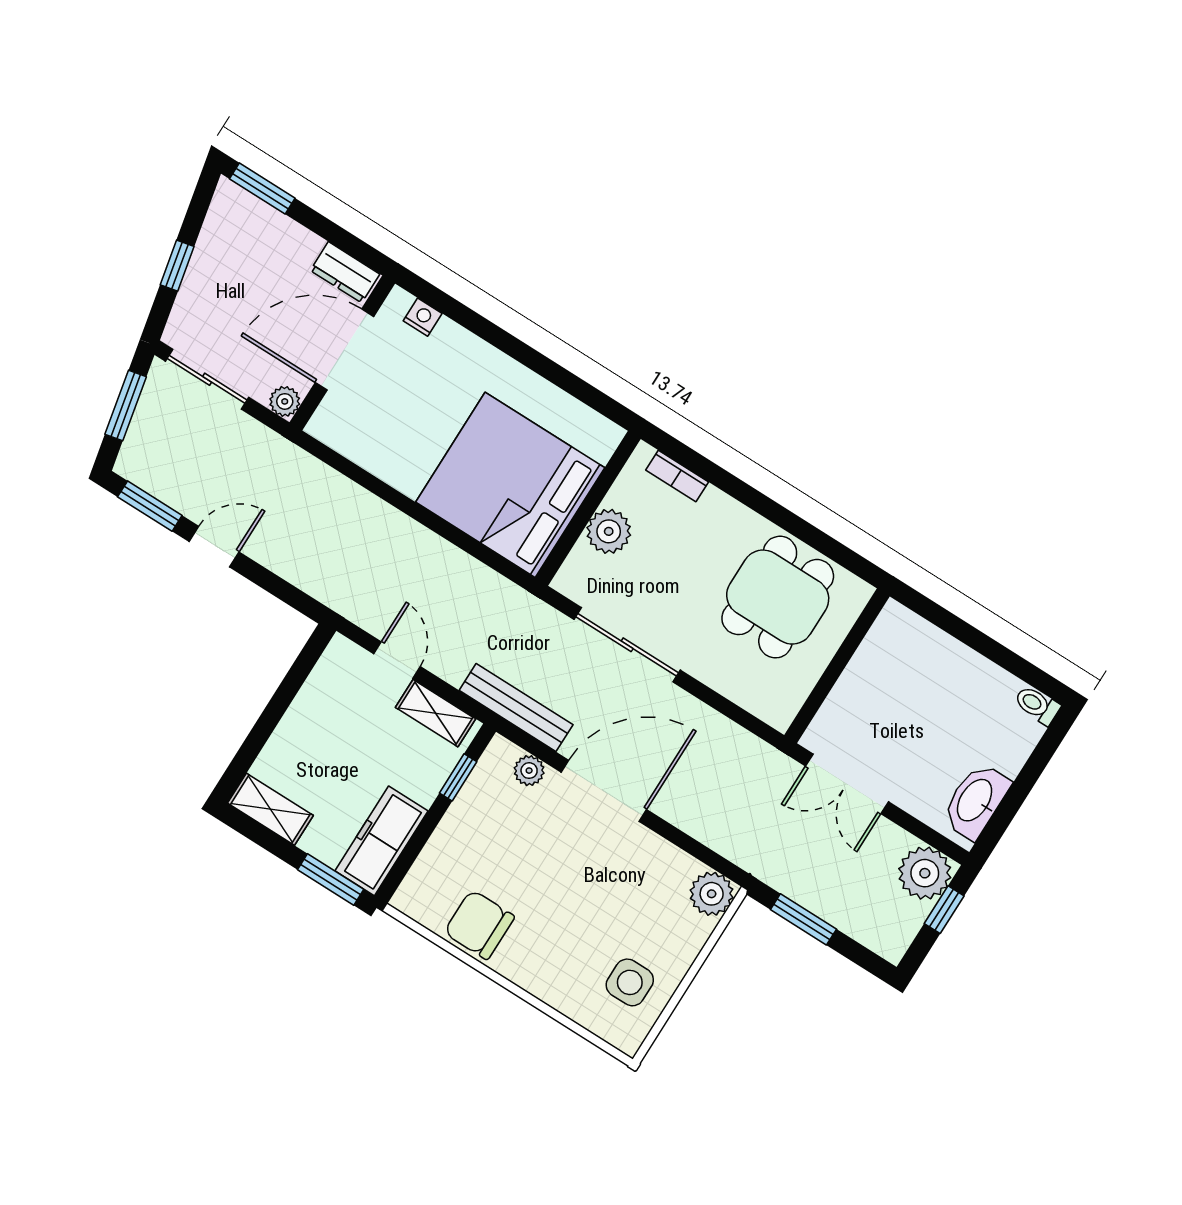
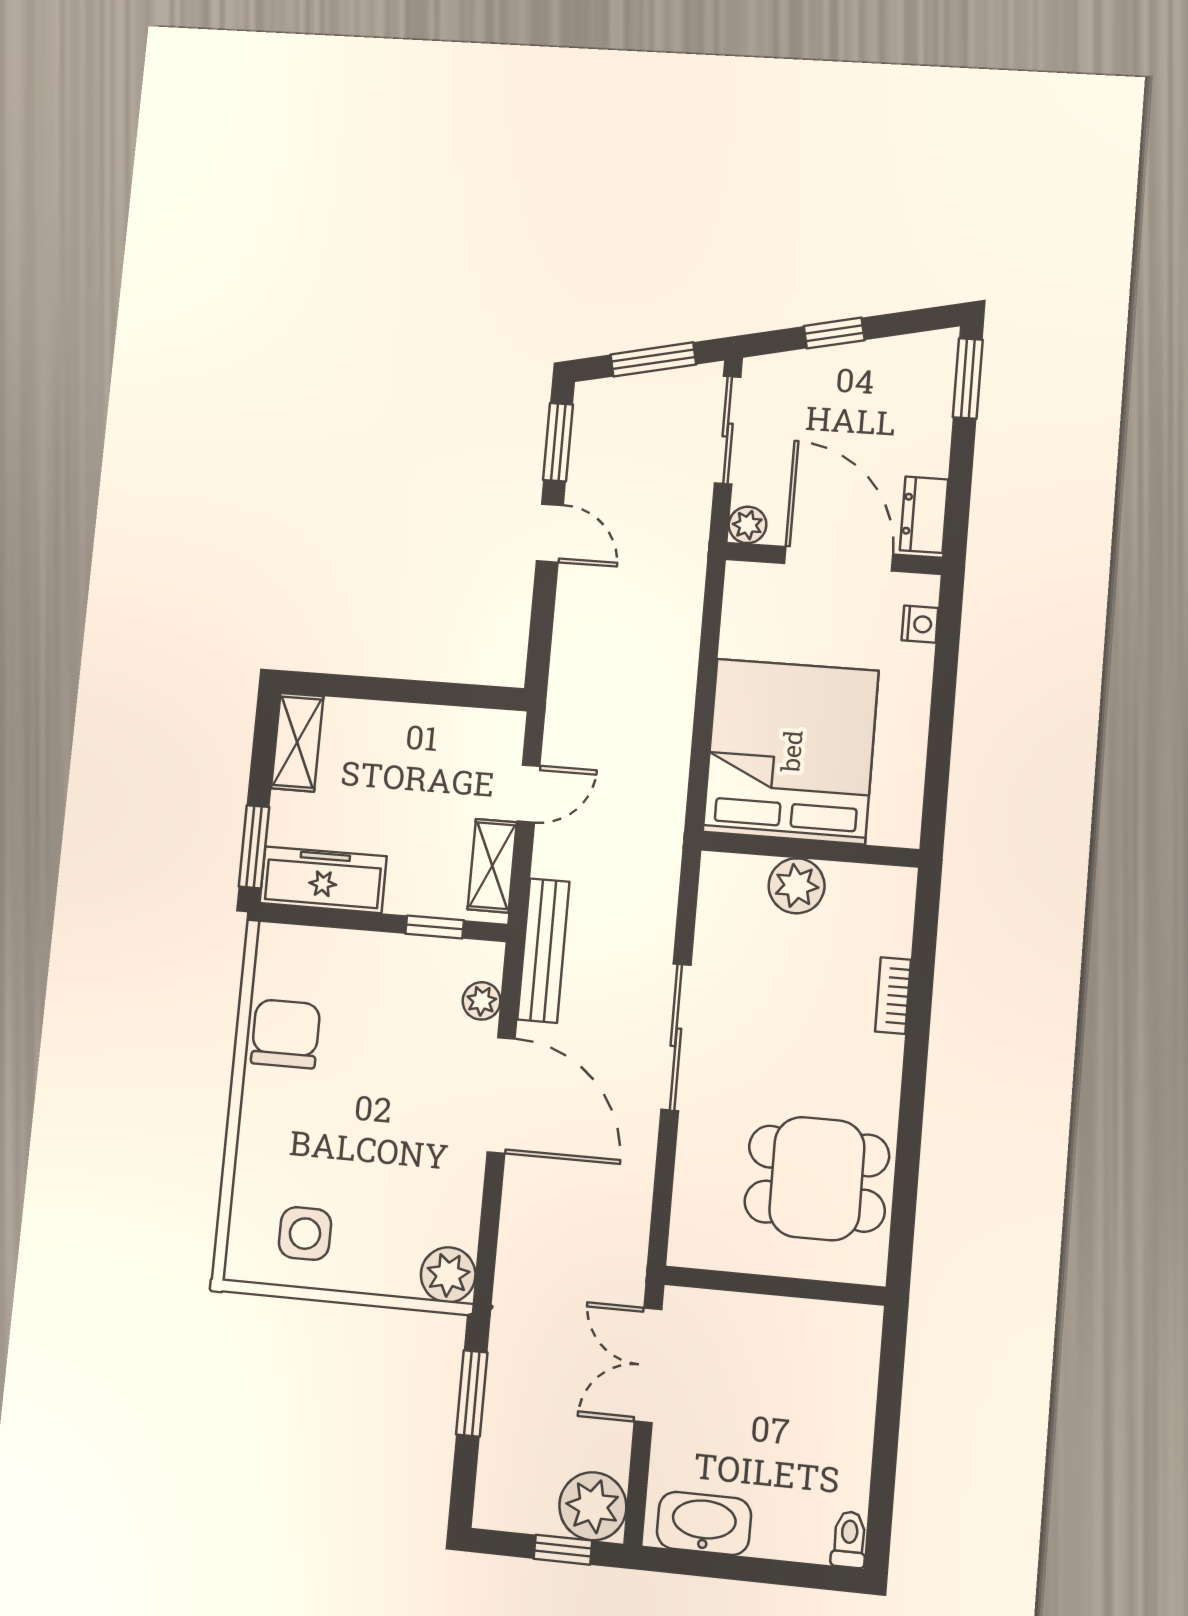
bed: (510, 485) -> (791, 751), moved
wall: (588, 508) -> (810, 850), moved
plant: (609, 531) -> (797, 886), moved

